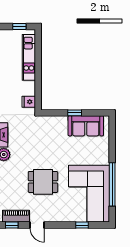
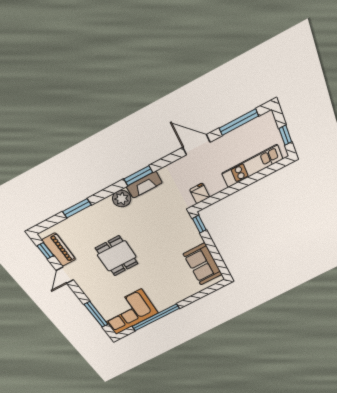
window: (75, 113) -> (199, 224), moved
corner sofa: (89, 194) -> (128, 312), width x0.73, depth x0.74
window: (82, 225) -> (96, 314), width x2.17

